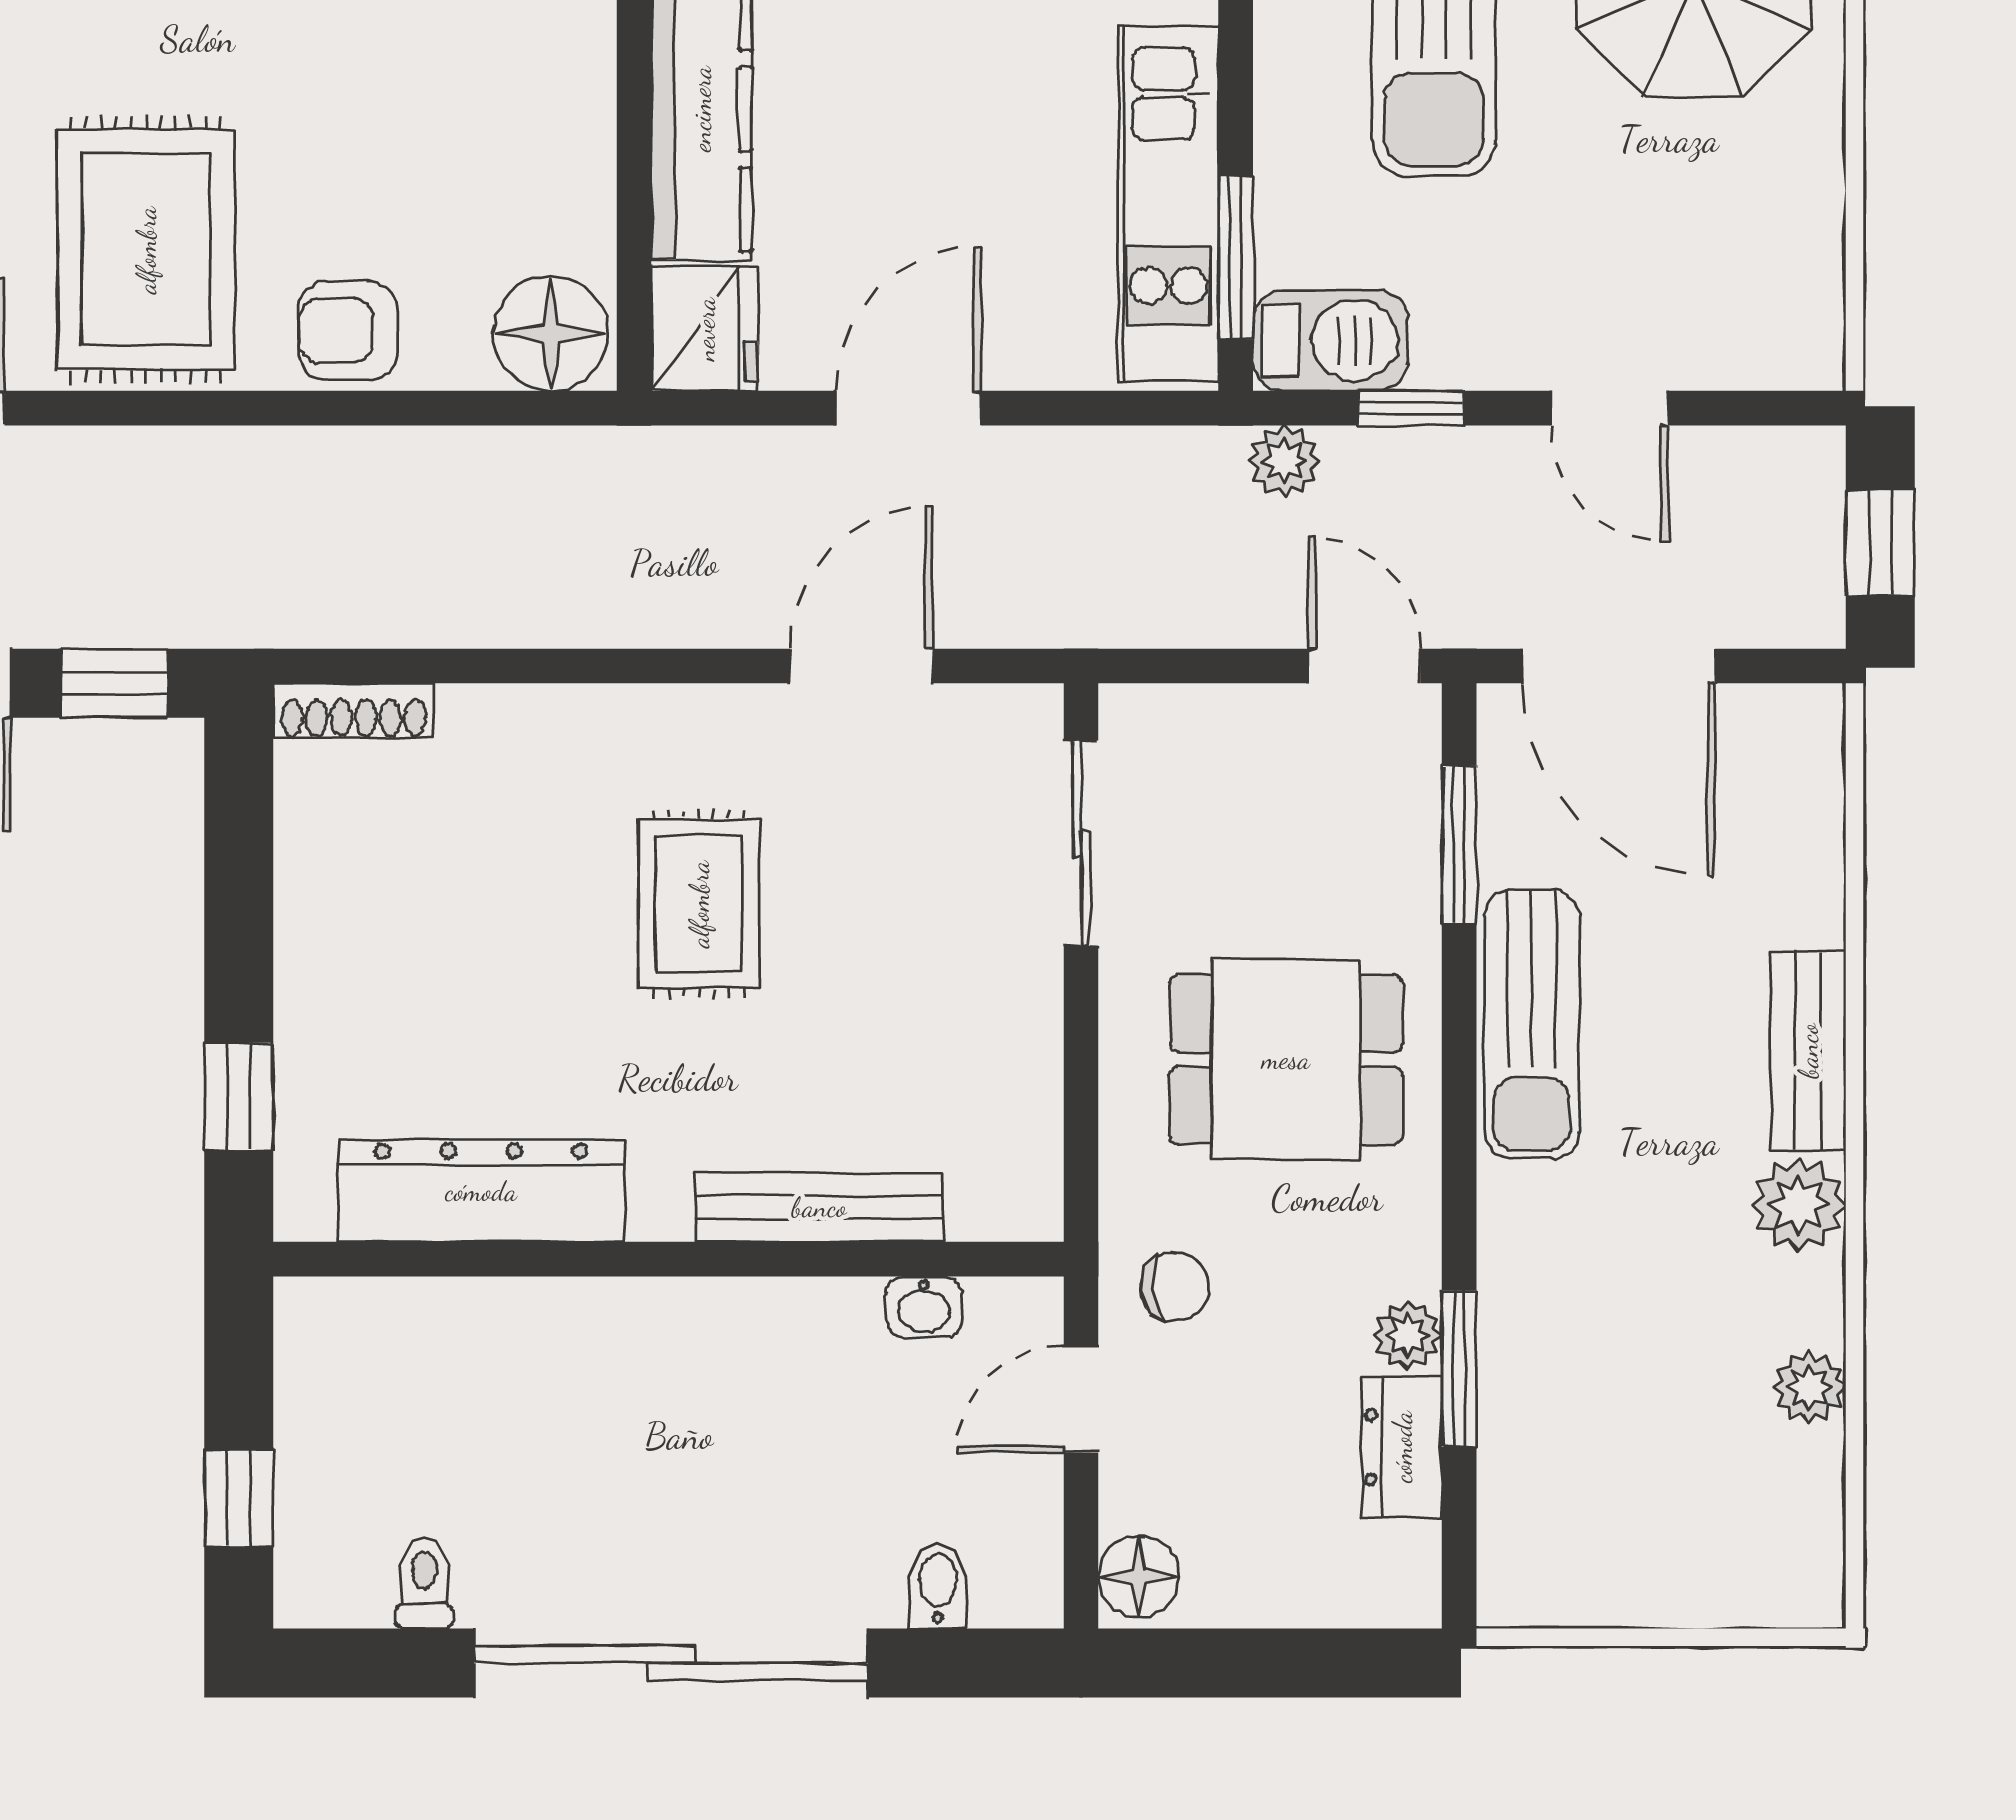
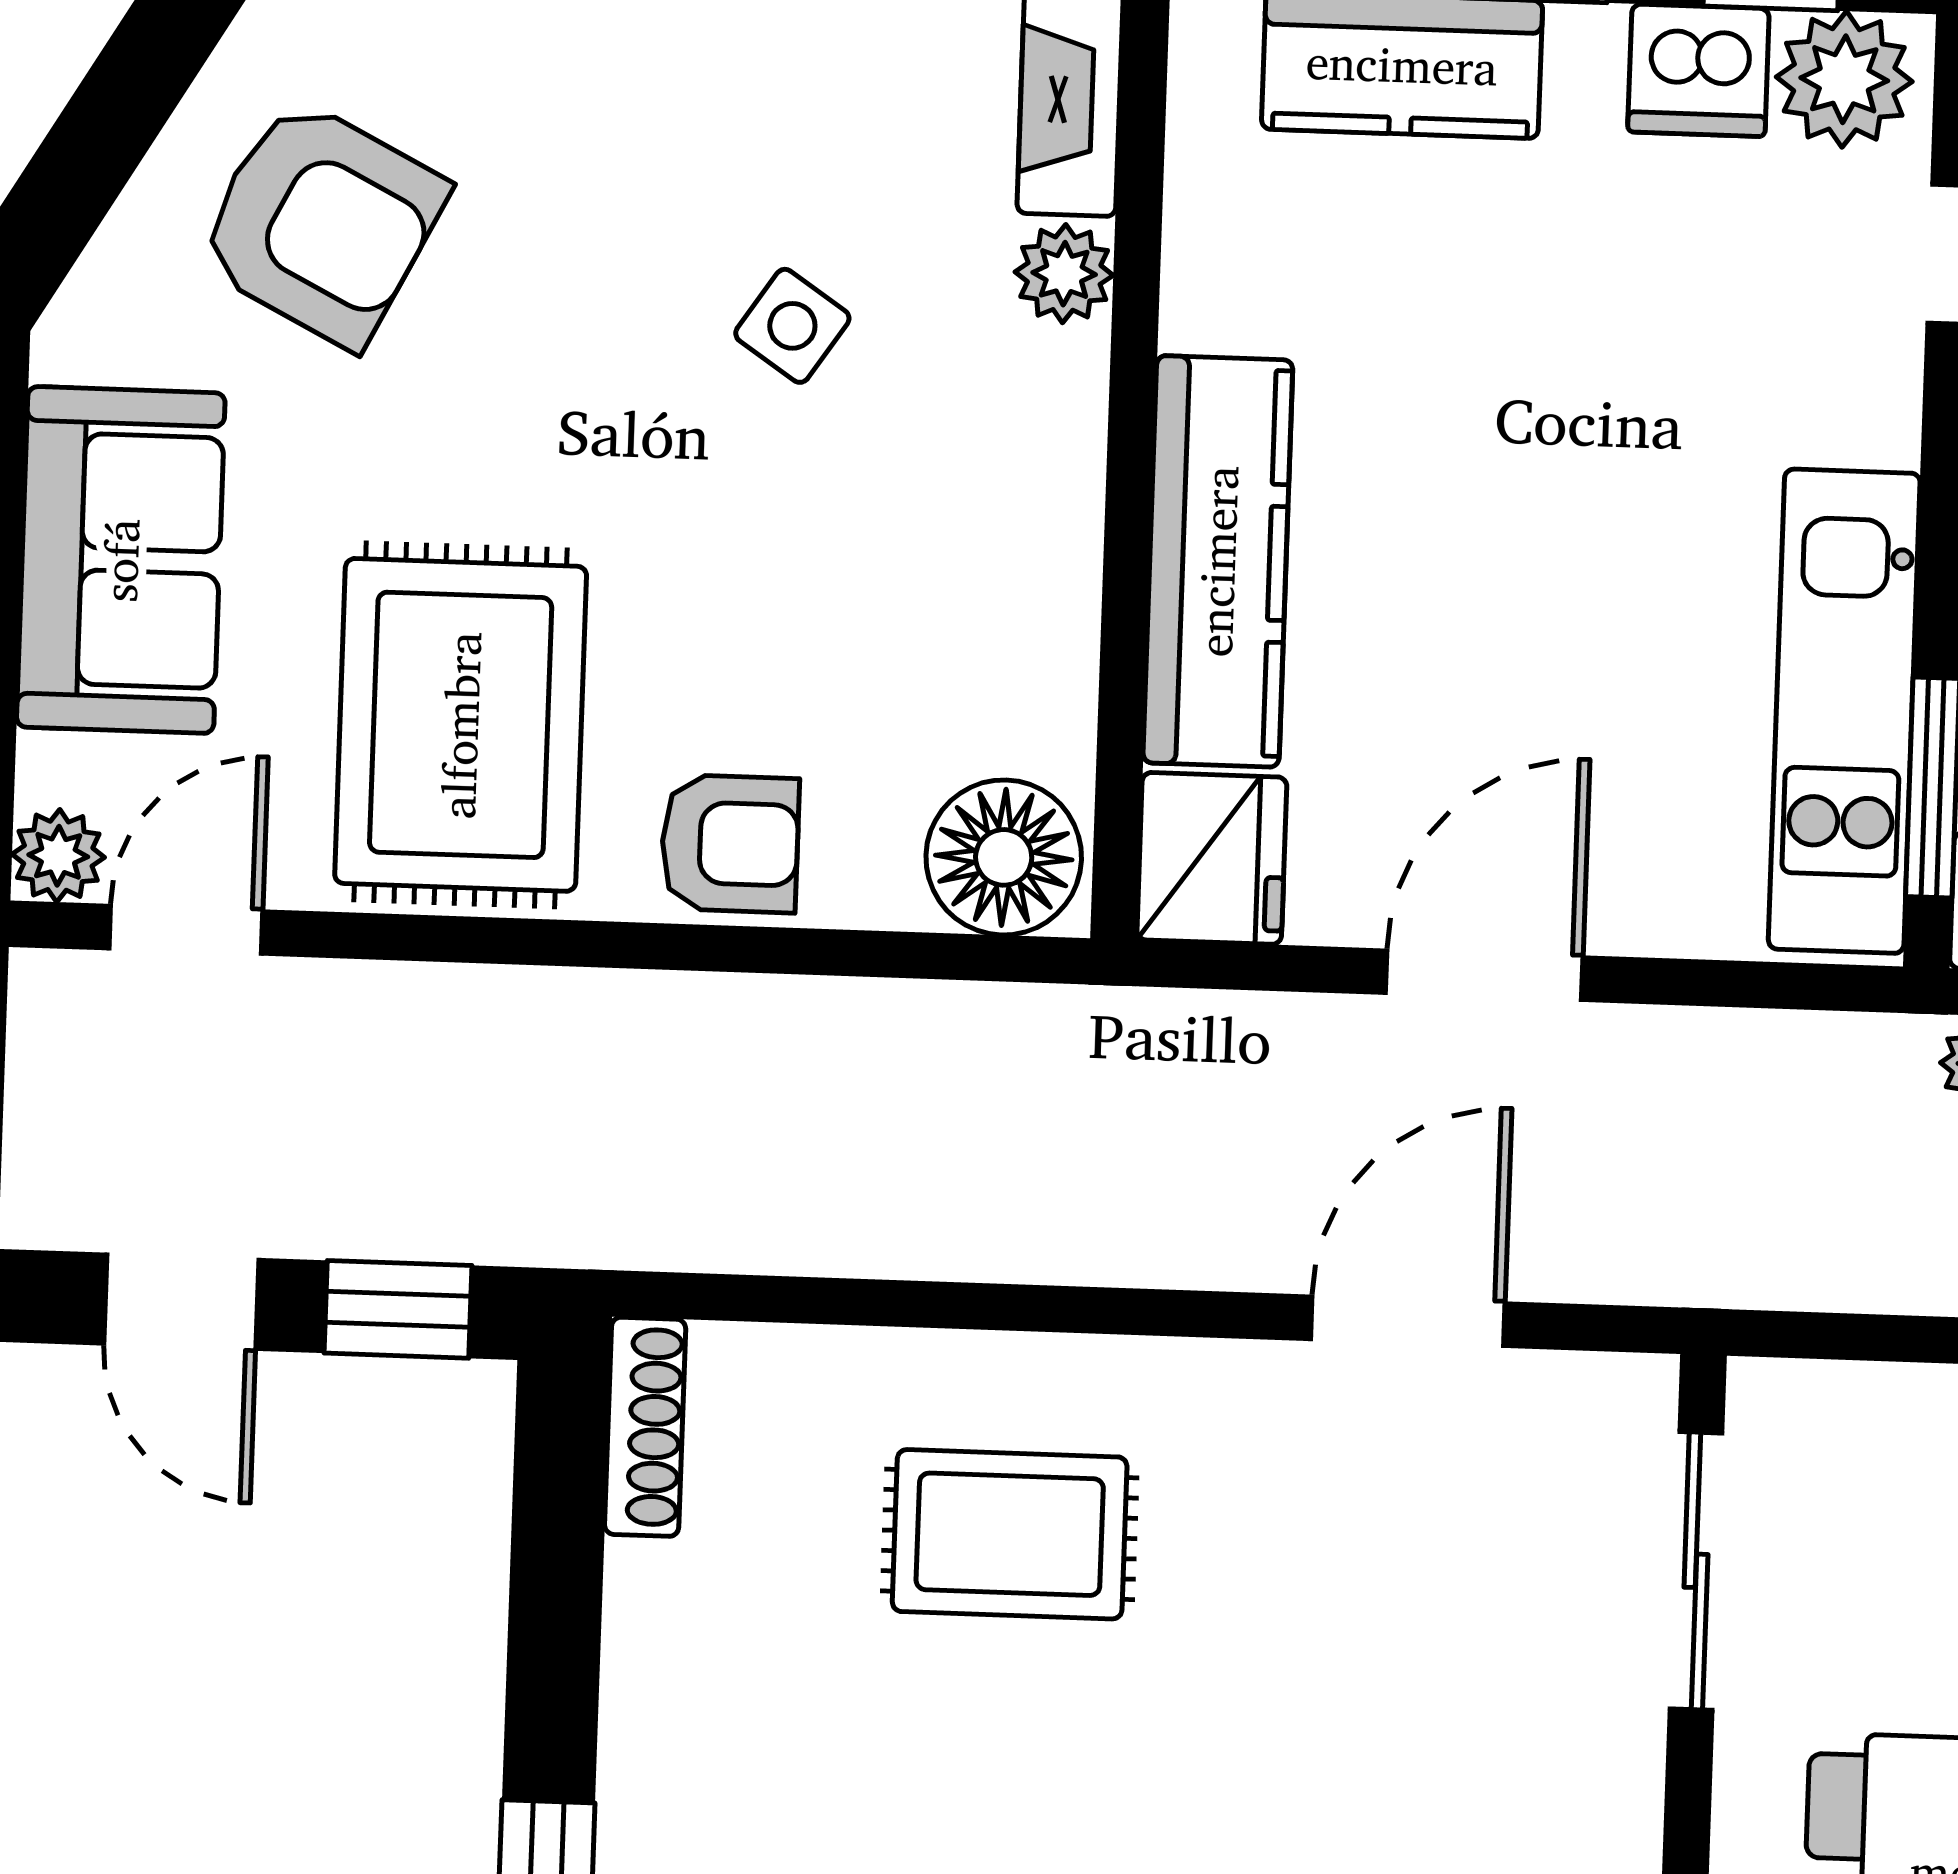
armchair: (348, 330) -> (730, 844), turned 180
shoe rack: (353, 711) -> (645, 1427), moved, turned -90
rug: (699, 904) -> (1010, 1534), moved, turned 90

